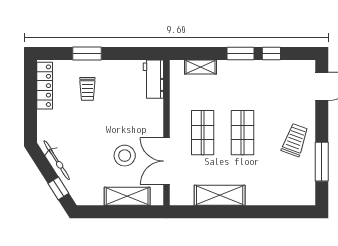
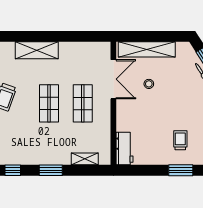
window: (271, 53) -> (13, 170), moved
stool: (125, 156) -> (149, 84), width x0.53, depth x0.53
shelving: (220, 195) -> (37, 50), moved
shelving: (127, 196) -> (147, 49), width x1.47

